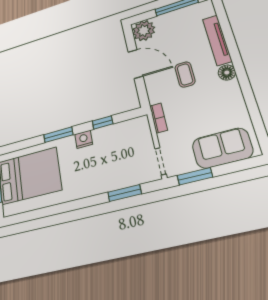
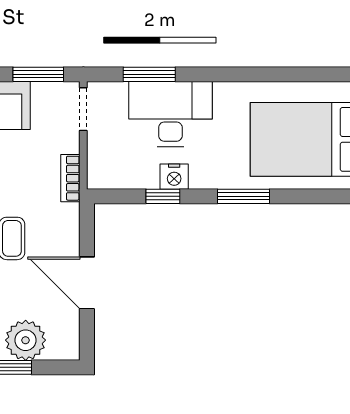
plant: (144, 31) -> (26, 340), moved
nightstand: (84, 139) -> (174, 177), moved
desk: (107, 172) -> (170, 114), added

